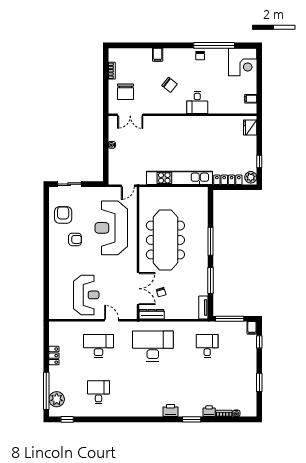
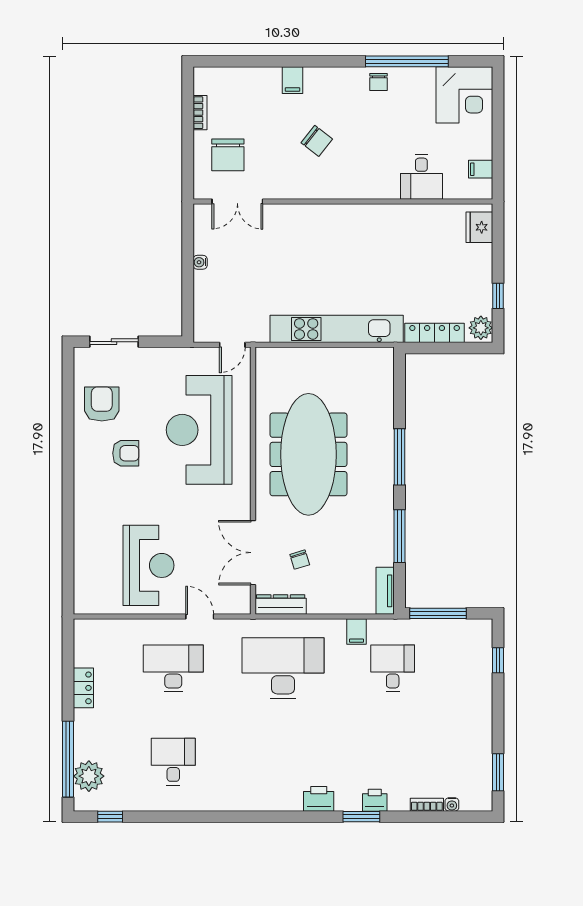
desk: (197, 103) -> (421, 177), moved
double door: (138, 289) -> (253, 553), swing flipped
filing cabinet: (252, 328) -> (357, 632), moved
window: (259, 382) -> (498, 772), moved
printer: (209, 411) -> (375, 800), moved

